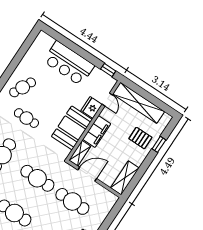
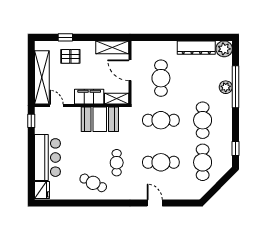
door: (107, 99) -> (56, 105), hinge flipped
fridge: (92, 108) -> (42, 190), moved, turned -90
pallet: (140, 138) -> (70, 56), turned 90
door: (87, 174) -> (130, 70), moved
cafe table: (37, 178) -> (161, 120), turned 90

